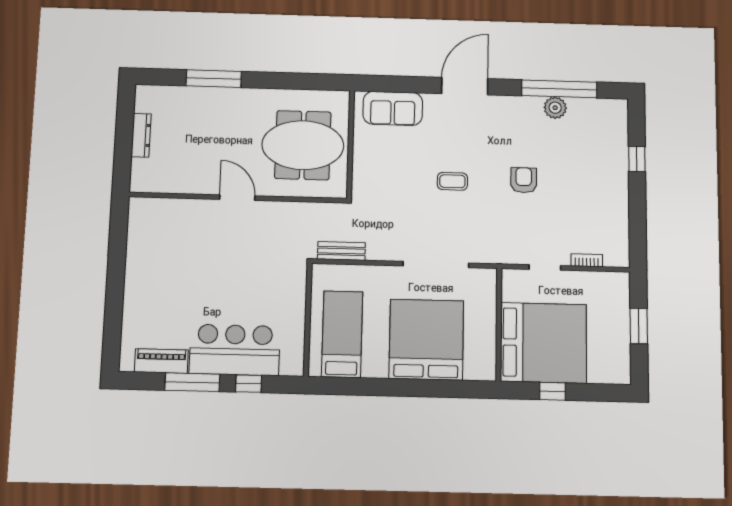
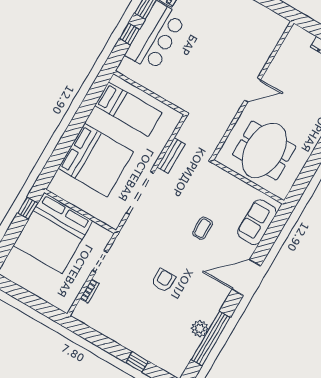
door: (465, 86) -> (246, 277), swing flipped
armchair: (524, 180) -> (163, 280), turned -90
coffee table: (452, 181) -> (203, 228), moved
bench: (341, 251) -> (171, 156), moved
window: (639, 326) -> (30, 300), removed
window: (552, 391) -> (28, 208), moved

